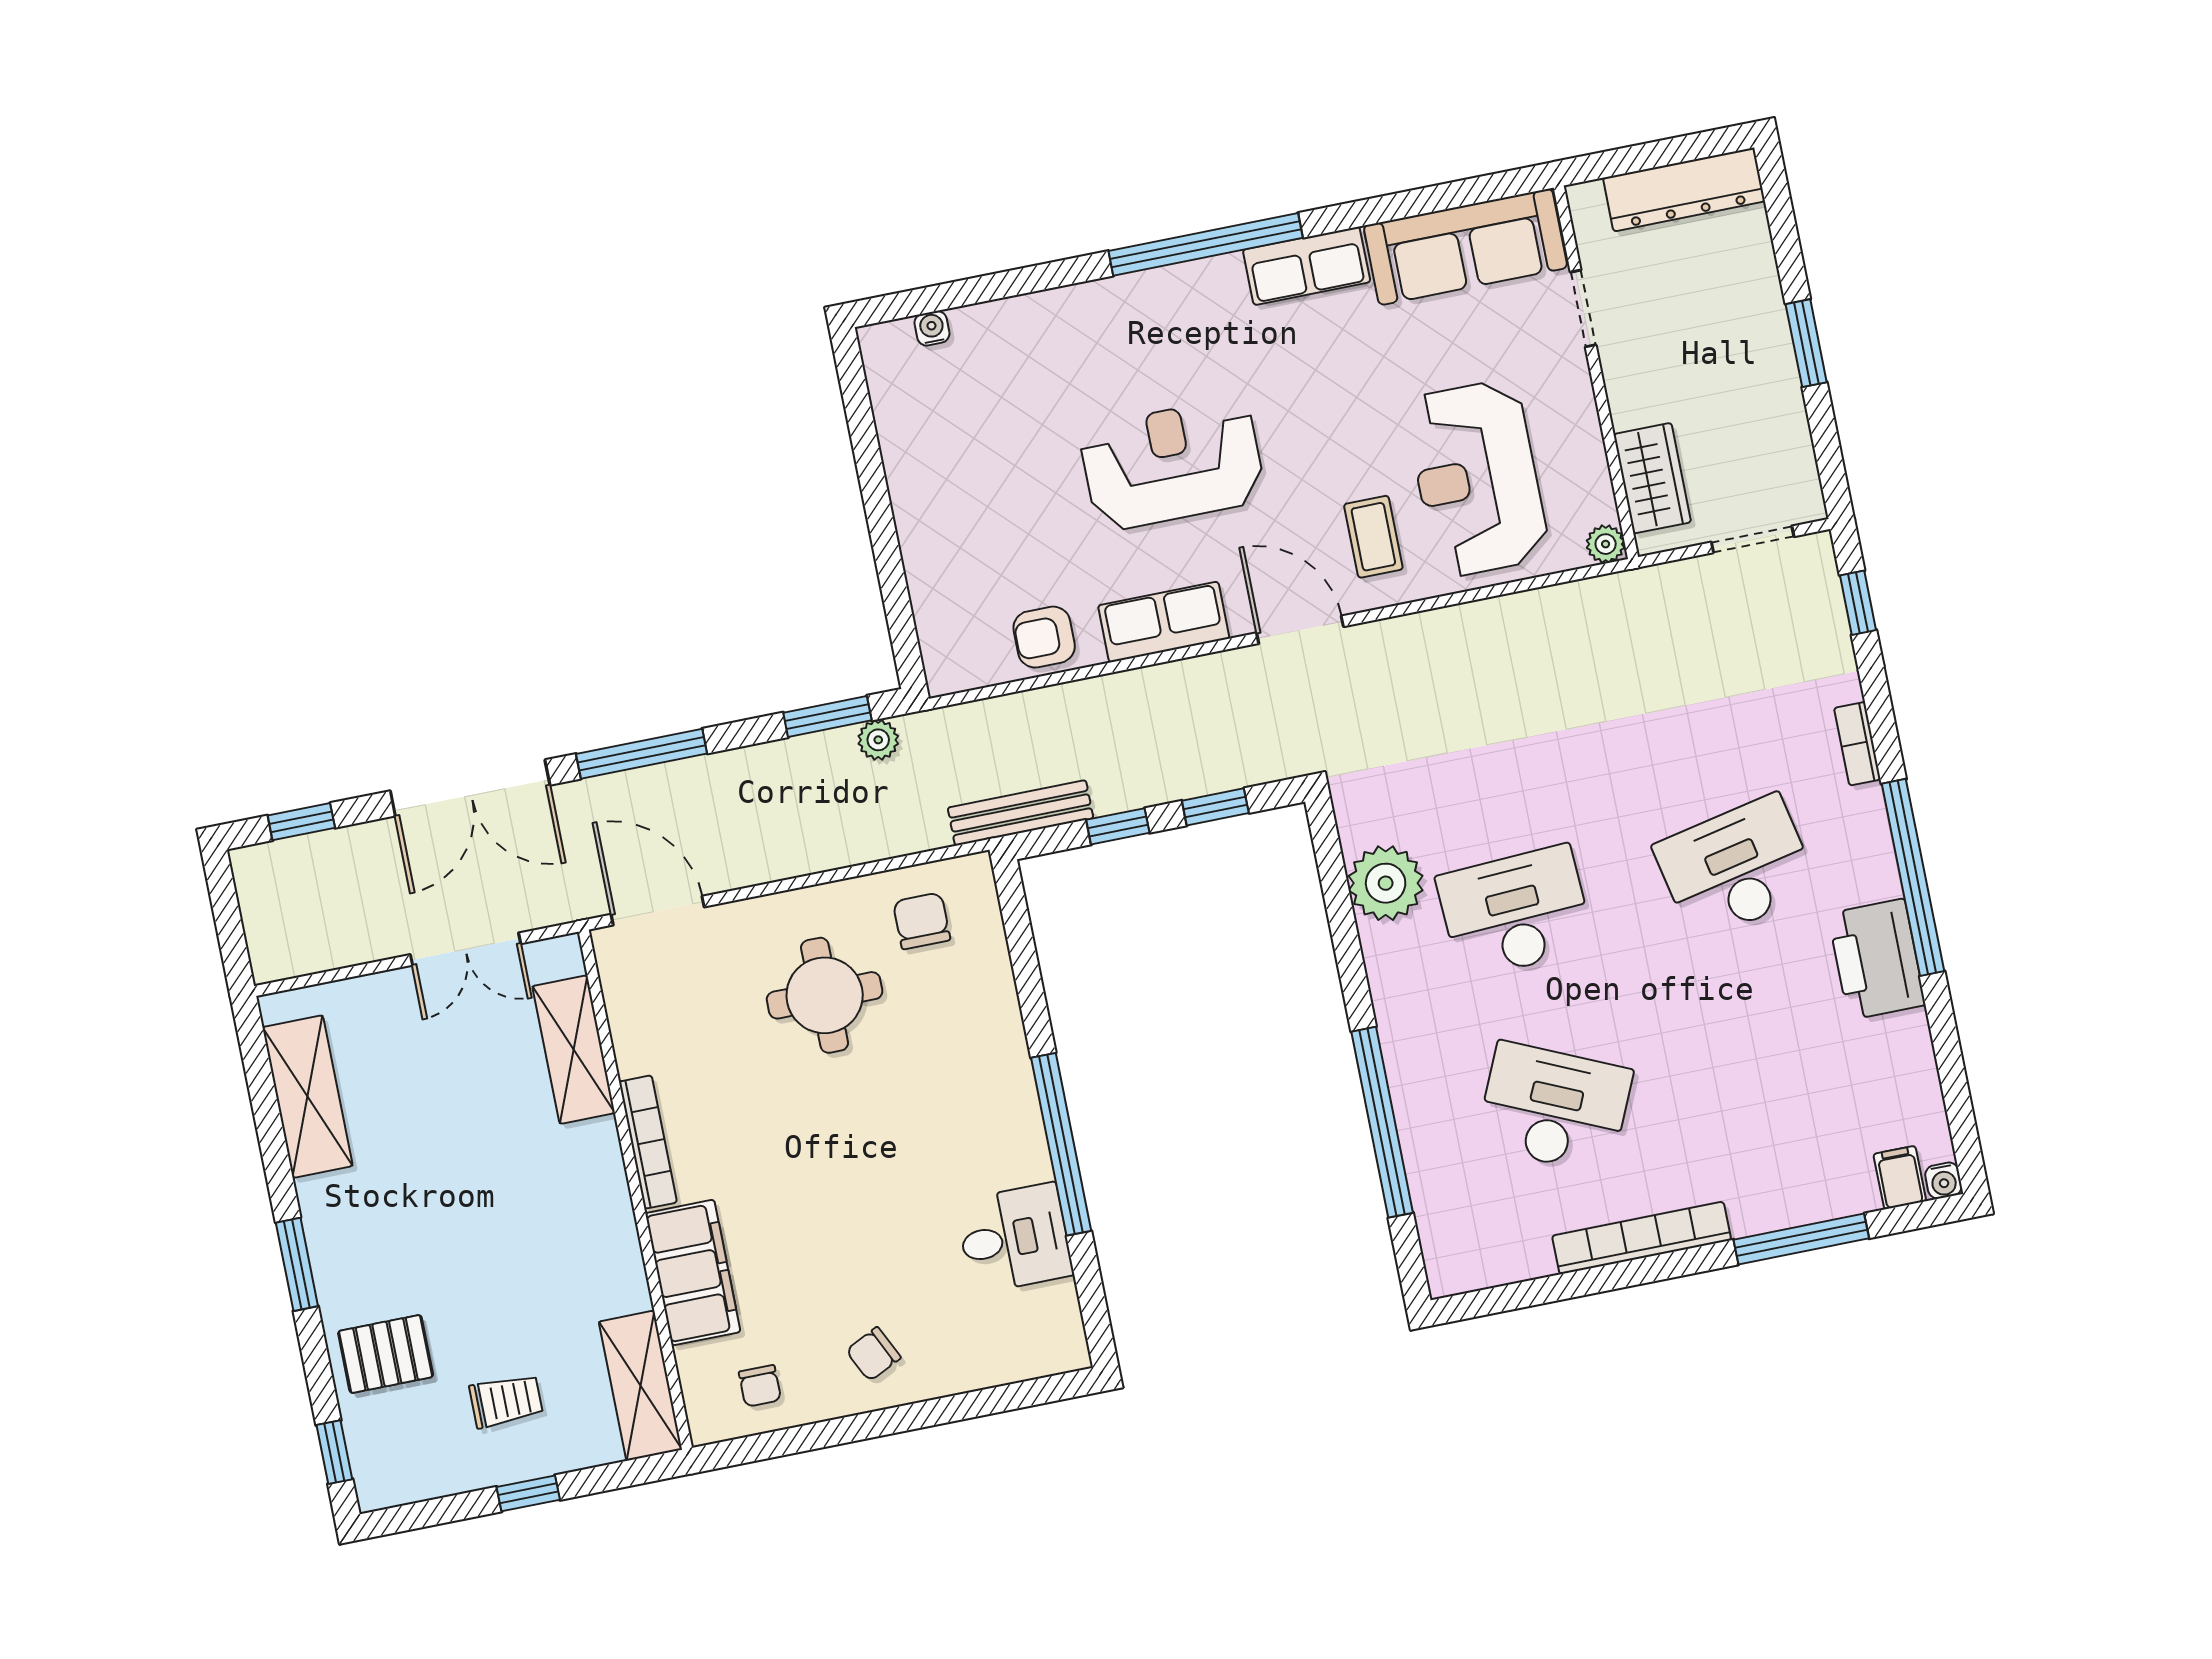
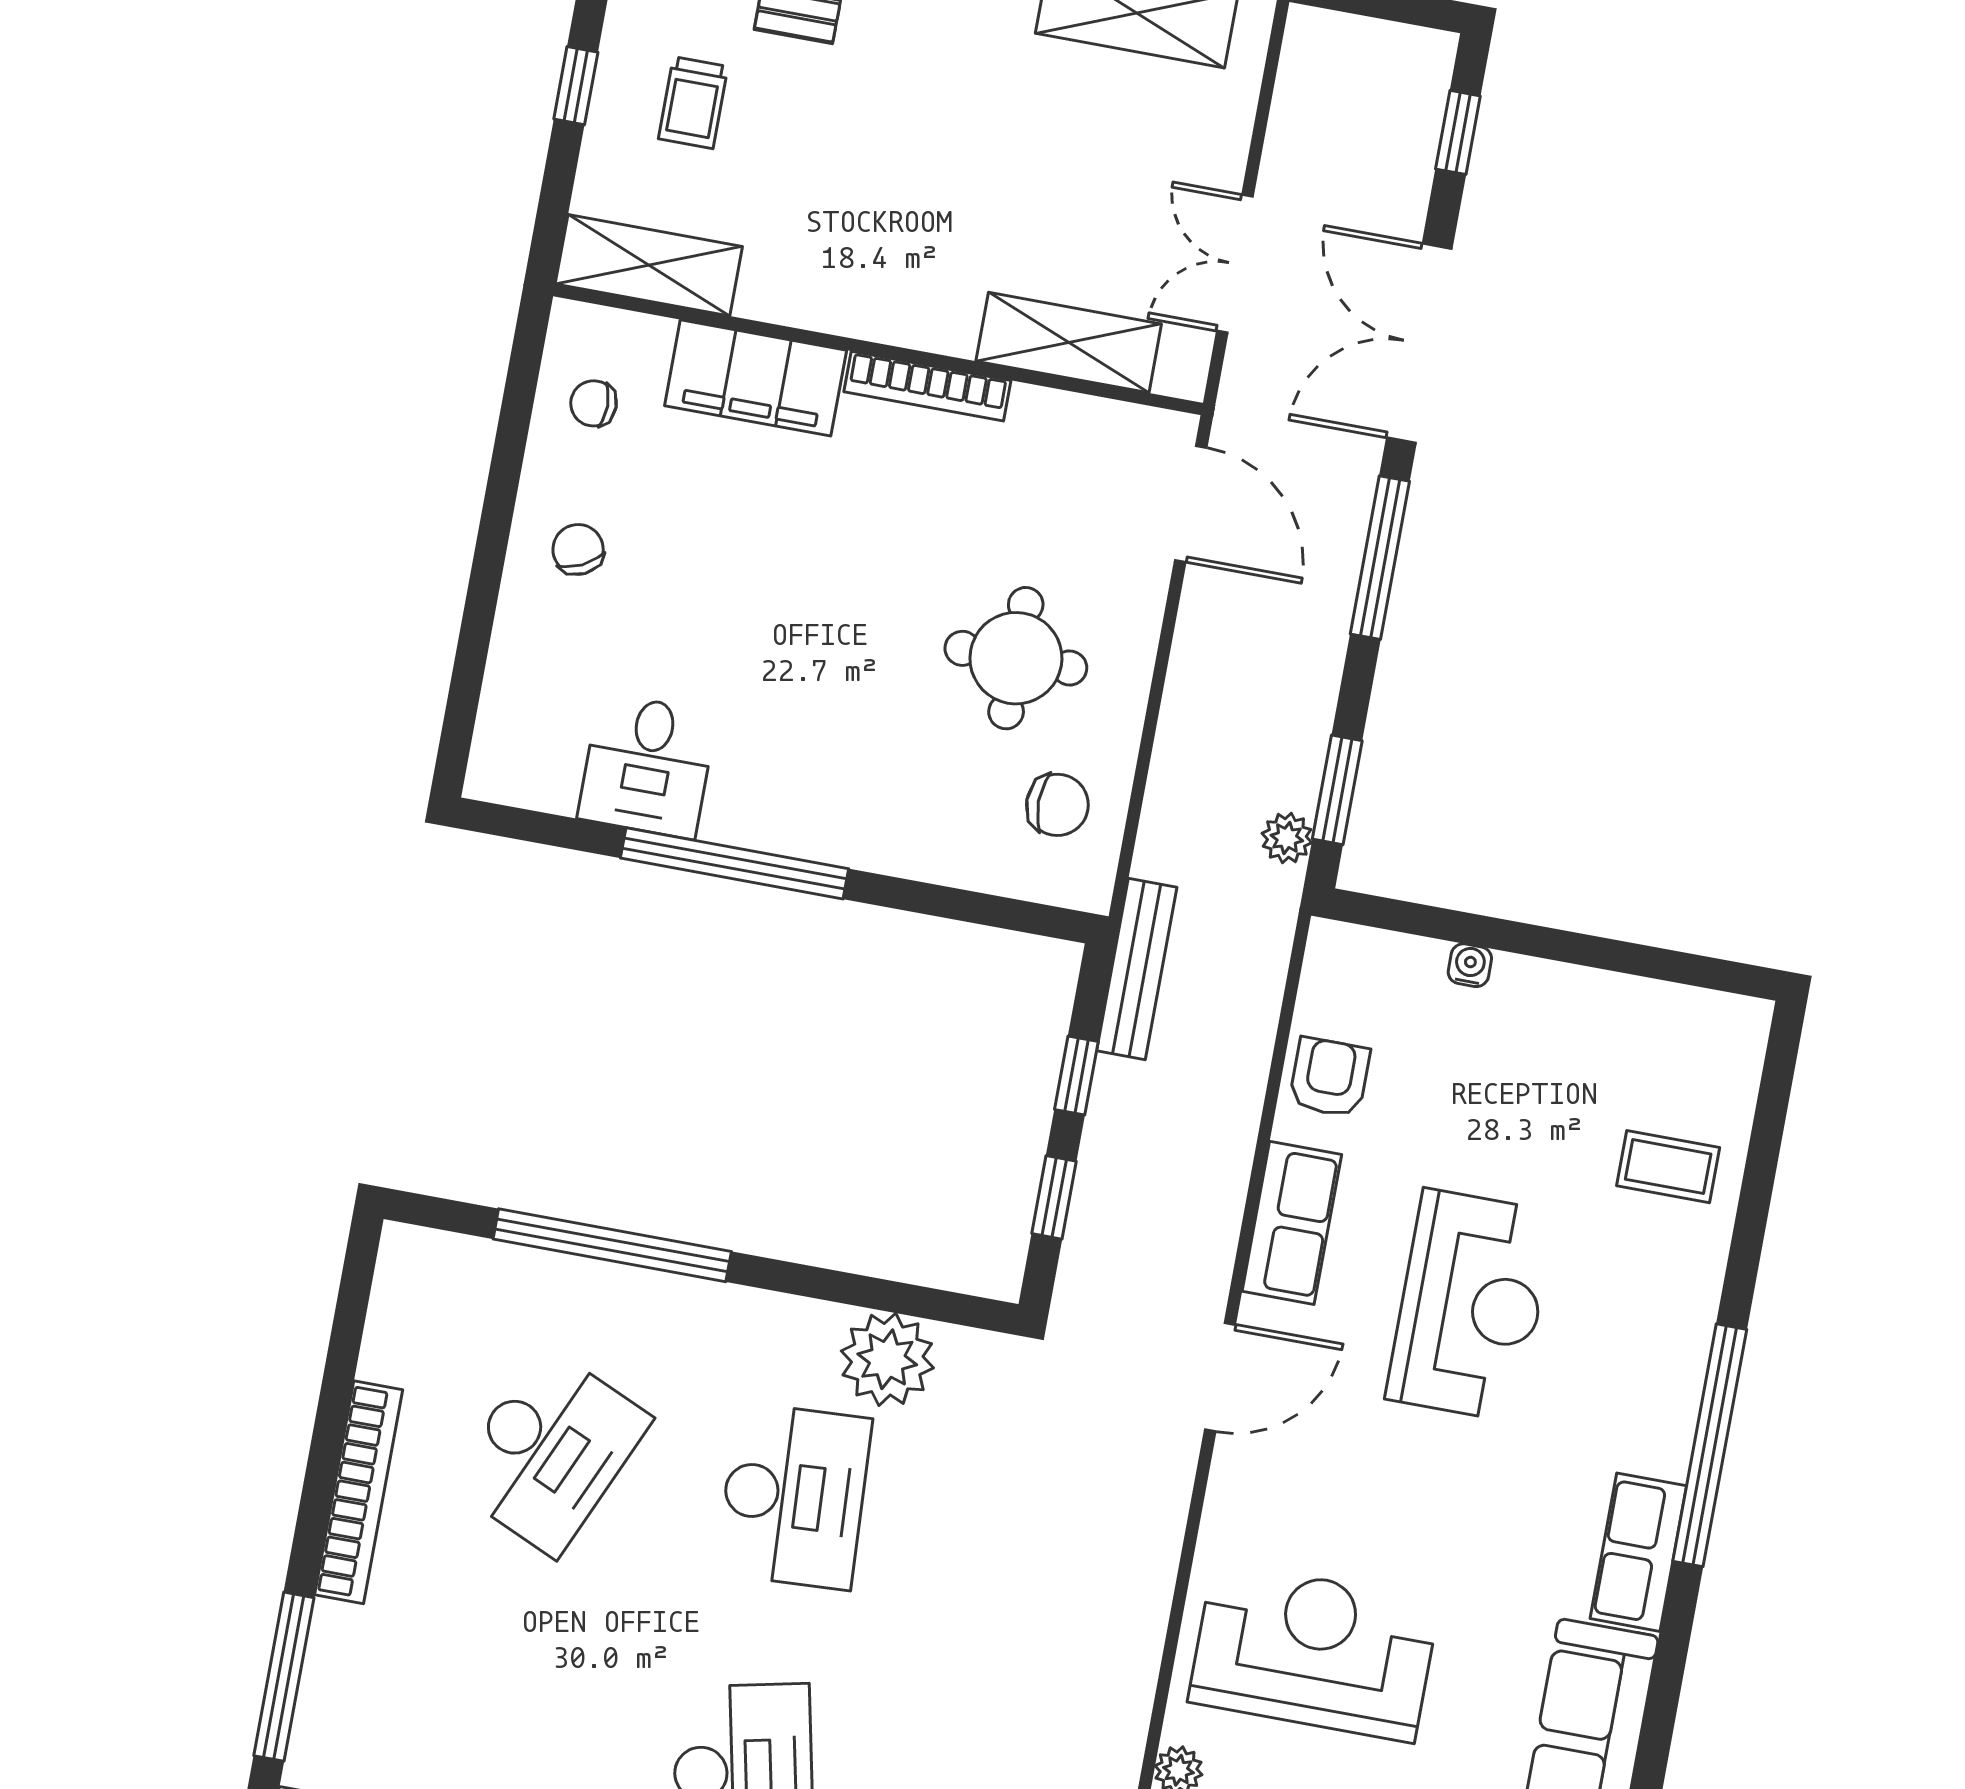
water cooler: (932, 328) -> (1470, 965), moved, turned -90
coffee table: (1373, 537) -> (1668, 1167), moved
door: (658, 911) -> (1191, 504), hinge flipped

